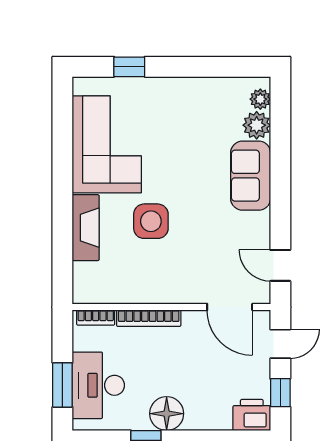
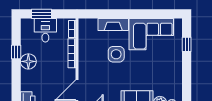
desk: (98, 385) -> (45, 30), width x0.73

